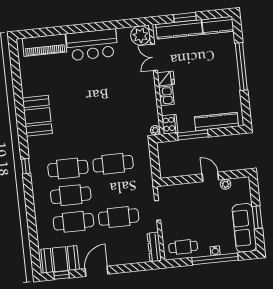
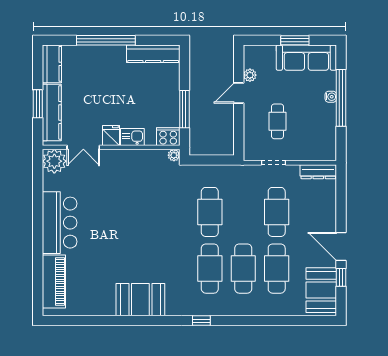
kitchen counter: (216, 122) -> (153, 54), moved, turned -90
cafe table: (183, 247) -> (277, 121), moved
window: (62, 275) -> (341, 277), moved

